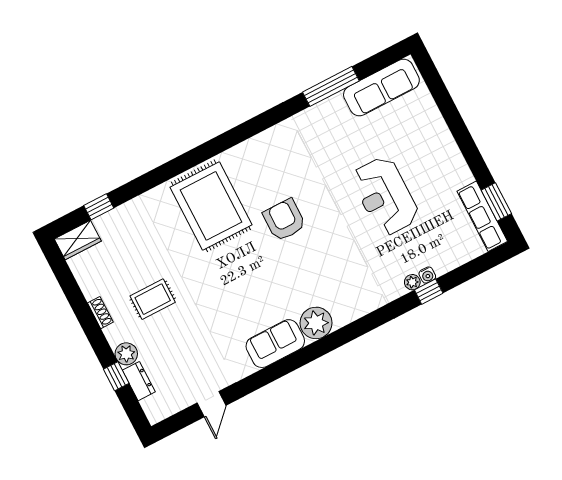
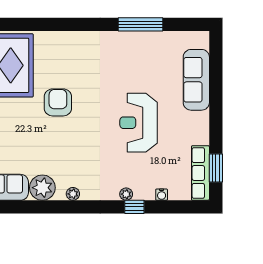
sofa: (381, 88) -> (196, 80), moved, turned 90
water cooler: (427, 275) -> (162, 195), moved
plant: (353, 312) -> (73, 194), added

